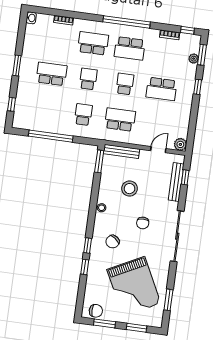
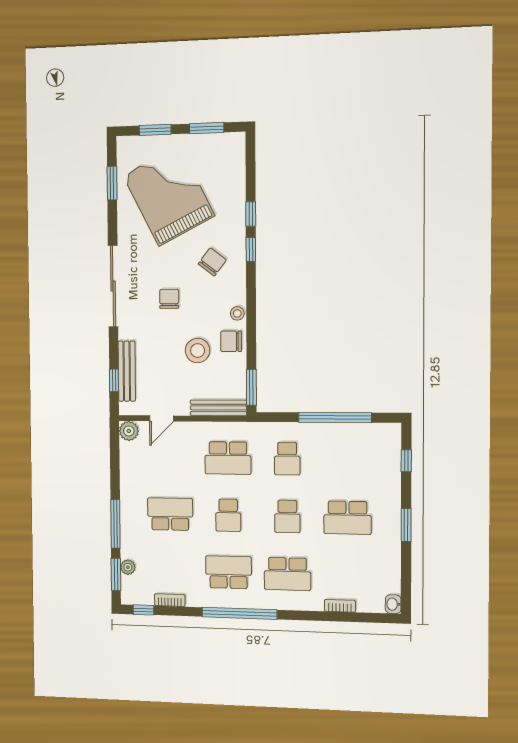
window: (198, 87) -> (115, 524), width x2.17
chair: (96, 311) -> (231, 341), moved

